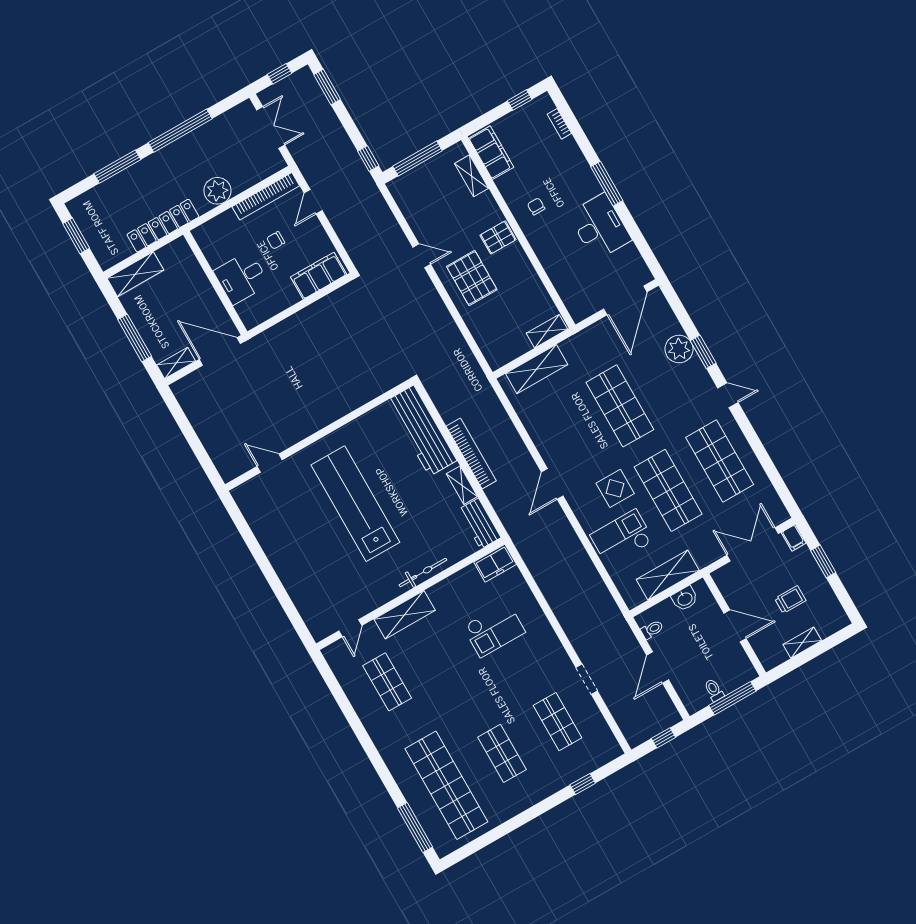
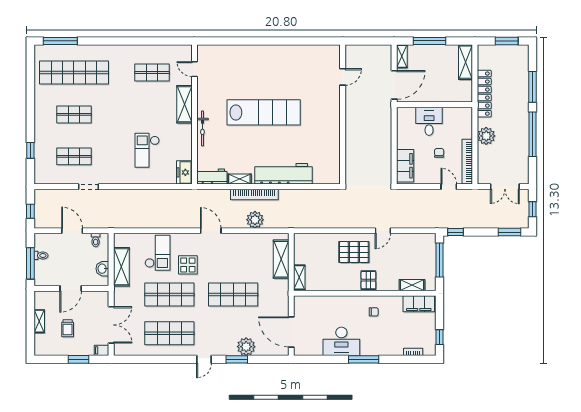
plant: (504, 434) -> (255, 220), added
wall: (319, 435) -> (343, 114), moved
door: (270, 463) -> (343, 77), moved

